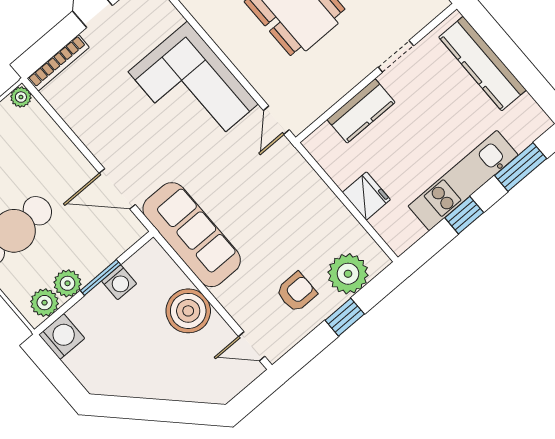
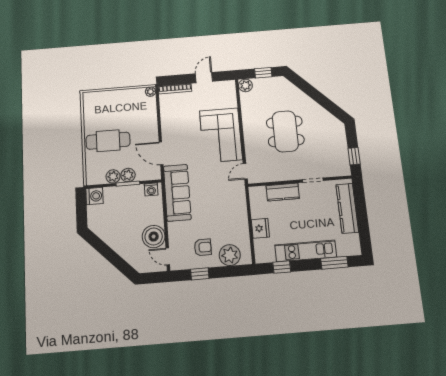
window: (464, 215) -> (282, 267), moved
washing machine: (119, 282) -> (151, 189), moved
plant: (45, 303) -> (128, 175), moved
boiler: (188, 311) -> (154, 237), moved
window: (345, 317) -> (200, 274), moved

